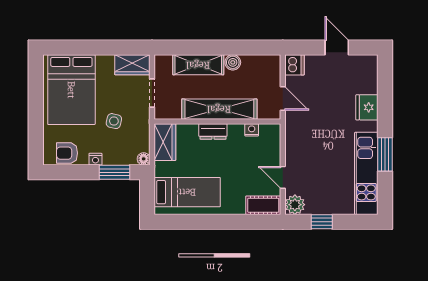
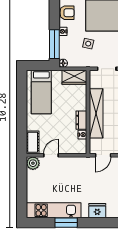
dresser: (213, 131) -> (81, 120), moved
armchair: (67, 153) -> (67, 13), turned 90
window: (115, 172) -> (54, 44), width x1.44
window: (322, 222) -> (22, 181), removed

